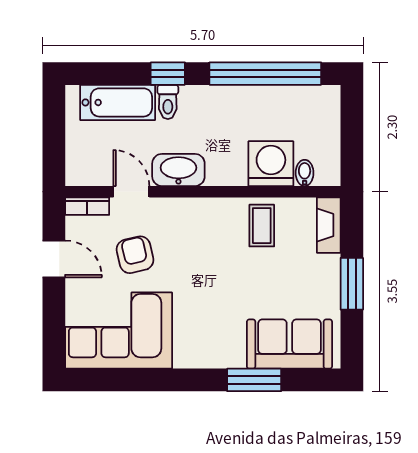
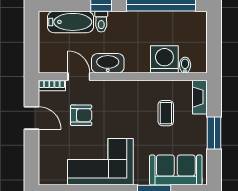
coffee table: (262, 226) -> (166, 113), moved
armchair: (135, 255) -> (81, 115), turned 103
corner sofa: (119, 331) -> (100, 162), moved

